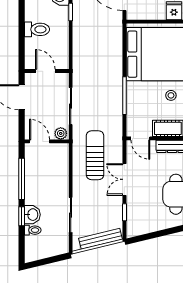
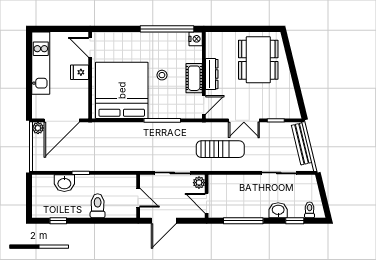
door: (45, 71) -> (138, 198), swing flipped
door: (40, 141) -> (207, 203), hinge flipped
sun lounger: (95, 155) -> (220, 149), turned 180
window: (22, 216) -> (295, 221), moved
toilet: (33, 230) -> (310, 210), moved

